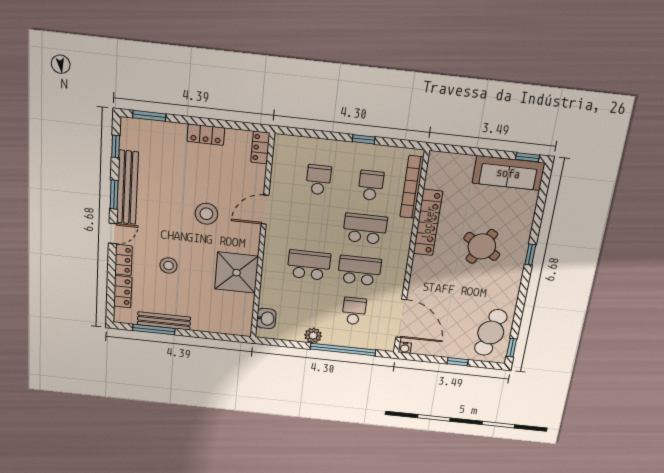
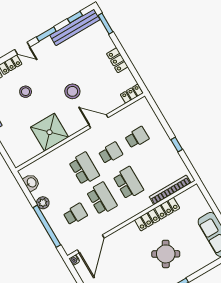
school desk: (371, 185) -> (110, 153), moved
bench: (127, 188) -> (75, 27), moved
washbasin: (266, 318) -> (31, 183), moved, turned -90

